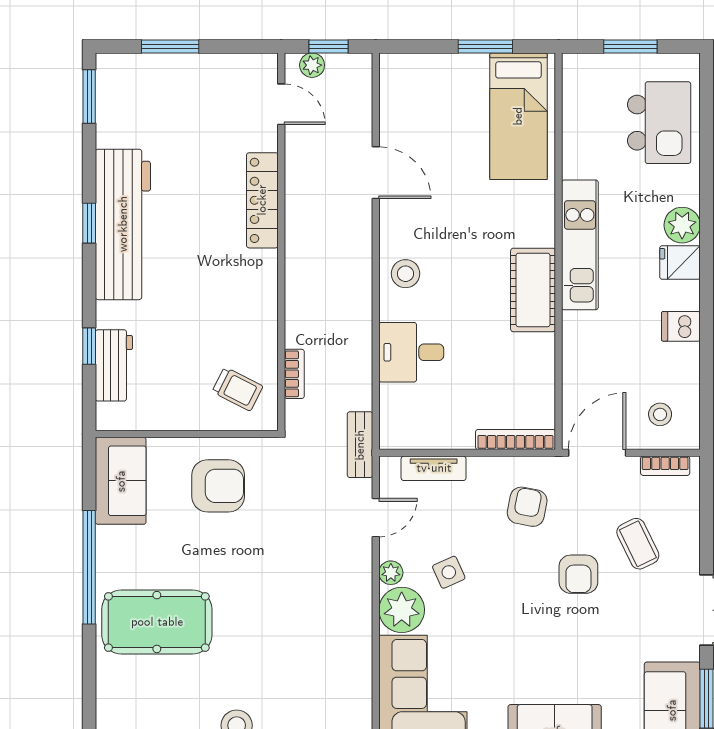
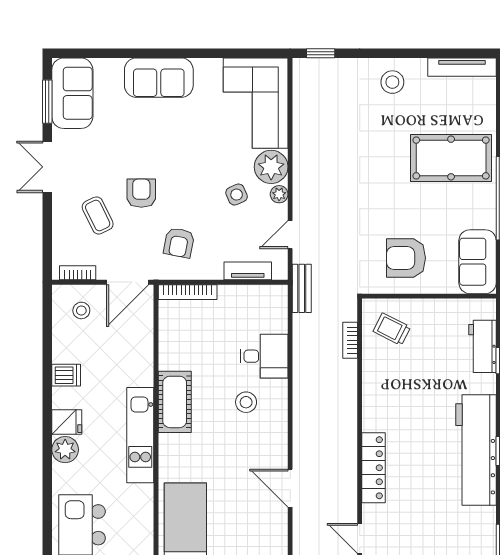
stool: (406, 274) -> (246, 402), moved

